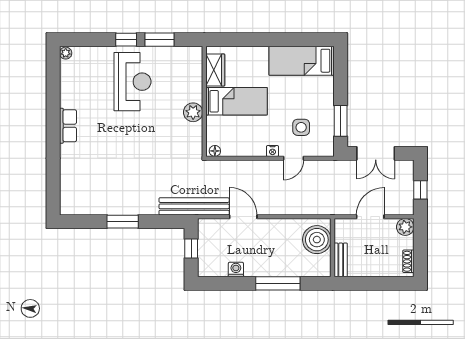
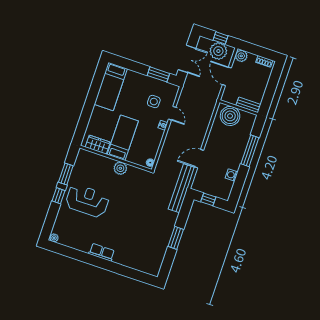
plant: (401, 193) -> (218, 51), added

